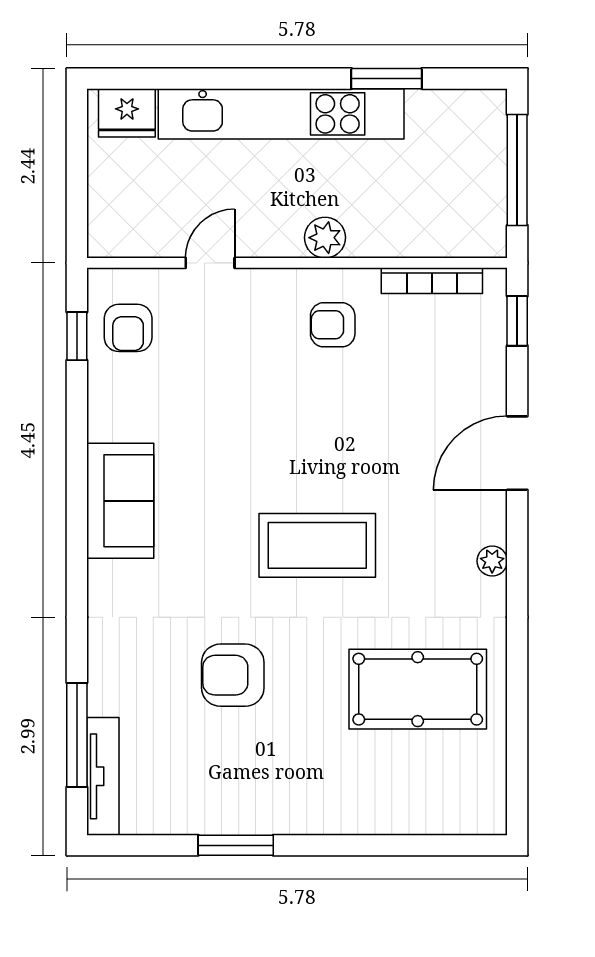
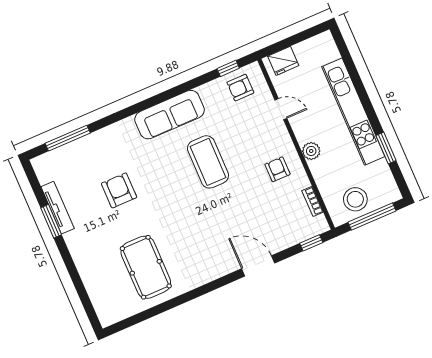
fridge: (127, 113) -> (283, 61), moved, turned -90
stool: (466, 189) -> (355, 199), added
bookcase: (432, 281) -> (313, 201), width x0.64
sofa: (120, 501) -> (170, 115), width x1.36
coffee table: (317, 545) -> (208, 162), moved
plant: (492, 561) -> (210, 275), removed
tv unit: (103, 776) -> (58, 208), moved, turned -90

